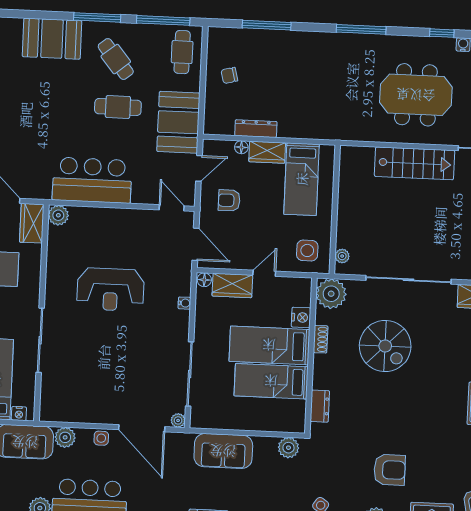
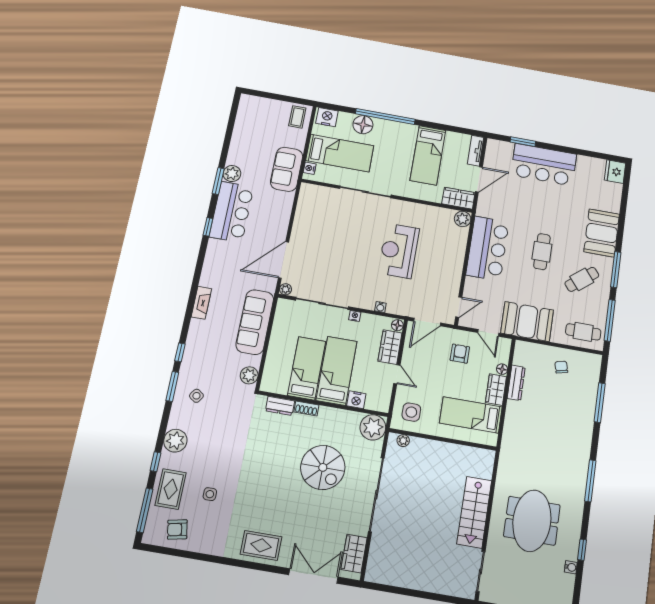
cafe table: (118, 107) -> (542, 252), moved
nightstand: (200, 333) -> (355, 316), added
shoe rack: (321, 339) -> (306, 409), moved
spiral stairs: (385, 346) -> (323, 467), turned -90
plant: (65, 437) -> (285, 200), removed
side table: (101, 438) -> (210, 494), moved
sofa: (223, 451) -> (255, 322), width x1.36
armchair: (390, 470) -> (217, 458), removed

